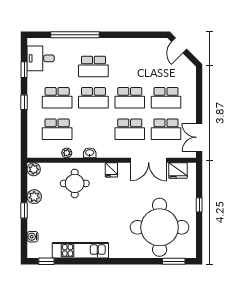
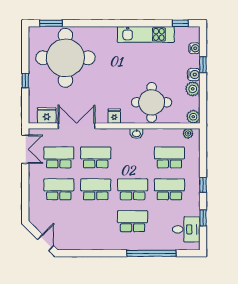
plant: (67, 153) -> (188, 133), moved
round table: (75, 183) -> (152, 102), width x1.36, depth x1.36
window: (24, 210) -> (203, 65), moved
water cooler: (33, 211) -> (194, 75), added

